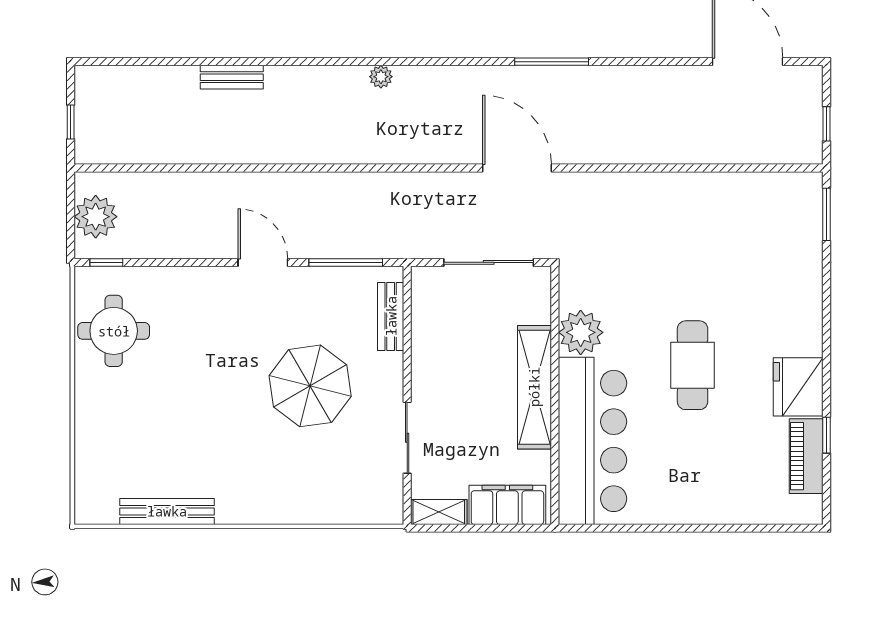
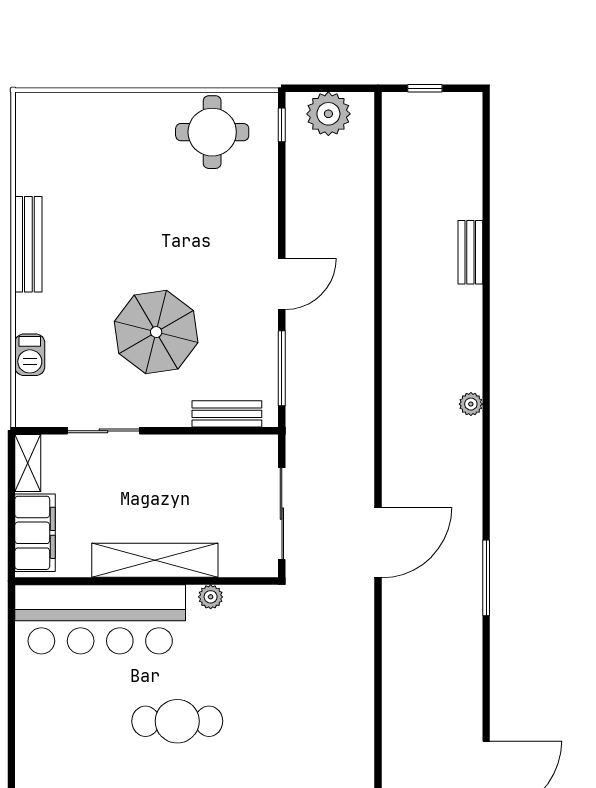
plant: (581, 332) -> (211, 597), width x0.53, depth x0.53
barbecue: (332, 510) -> (30, 355), added
bench: (167, 511) -> (28, 244), moved

